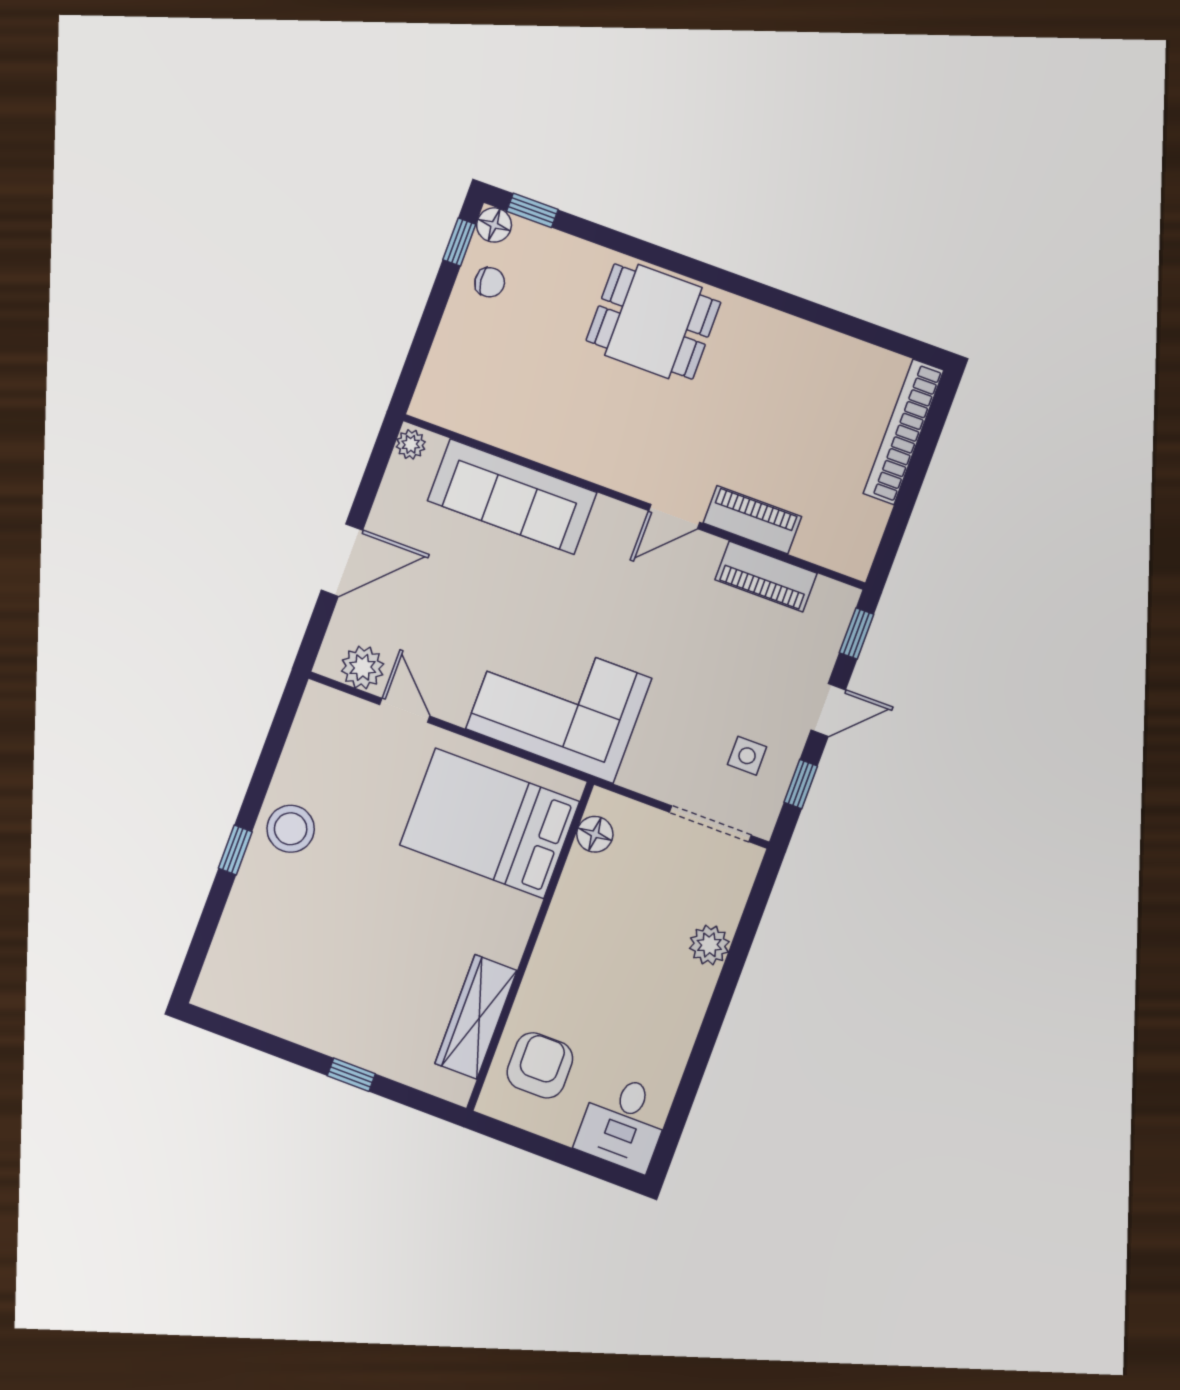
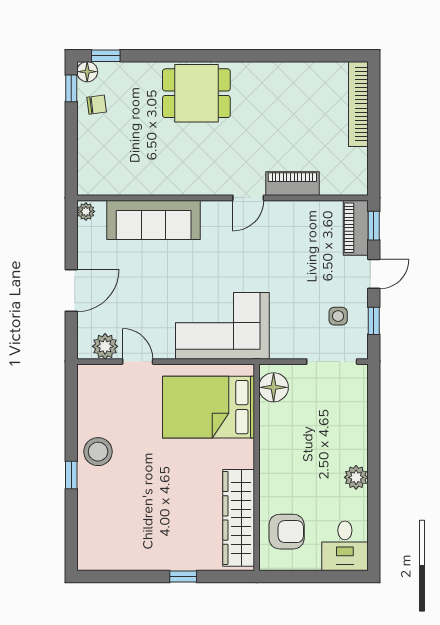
piano: (766, 577) -> (356, 228), moved, turned 90
floor lamp: (595, 834) -> (274, 387), width x1.38, depth x1.38
plant: (709, 945) -> (356, 477), moved
wardrobe: (476, 1017) -> (239, 518), width x1.40, depth x1.17
armchair: (540, 1065) -> (287, 532), turned 90

